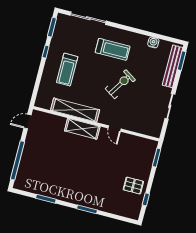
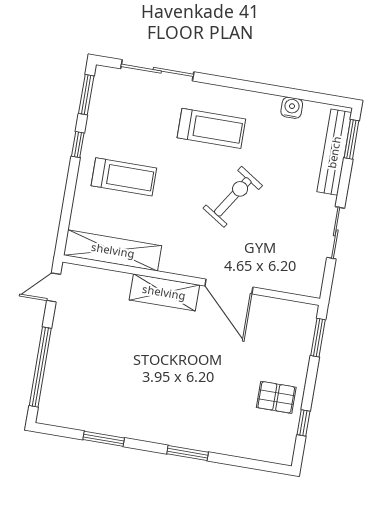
treadmill: (67, 70) -> (124, 177), turned -90
shelving: (75, 110) -> (113, 250), moved
door: (115, 129) -> (229, 287), width x1.88

